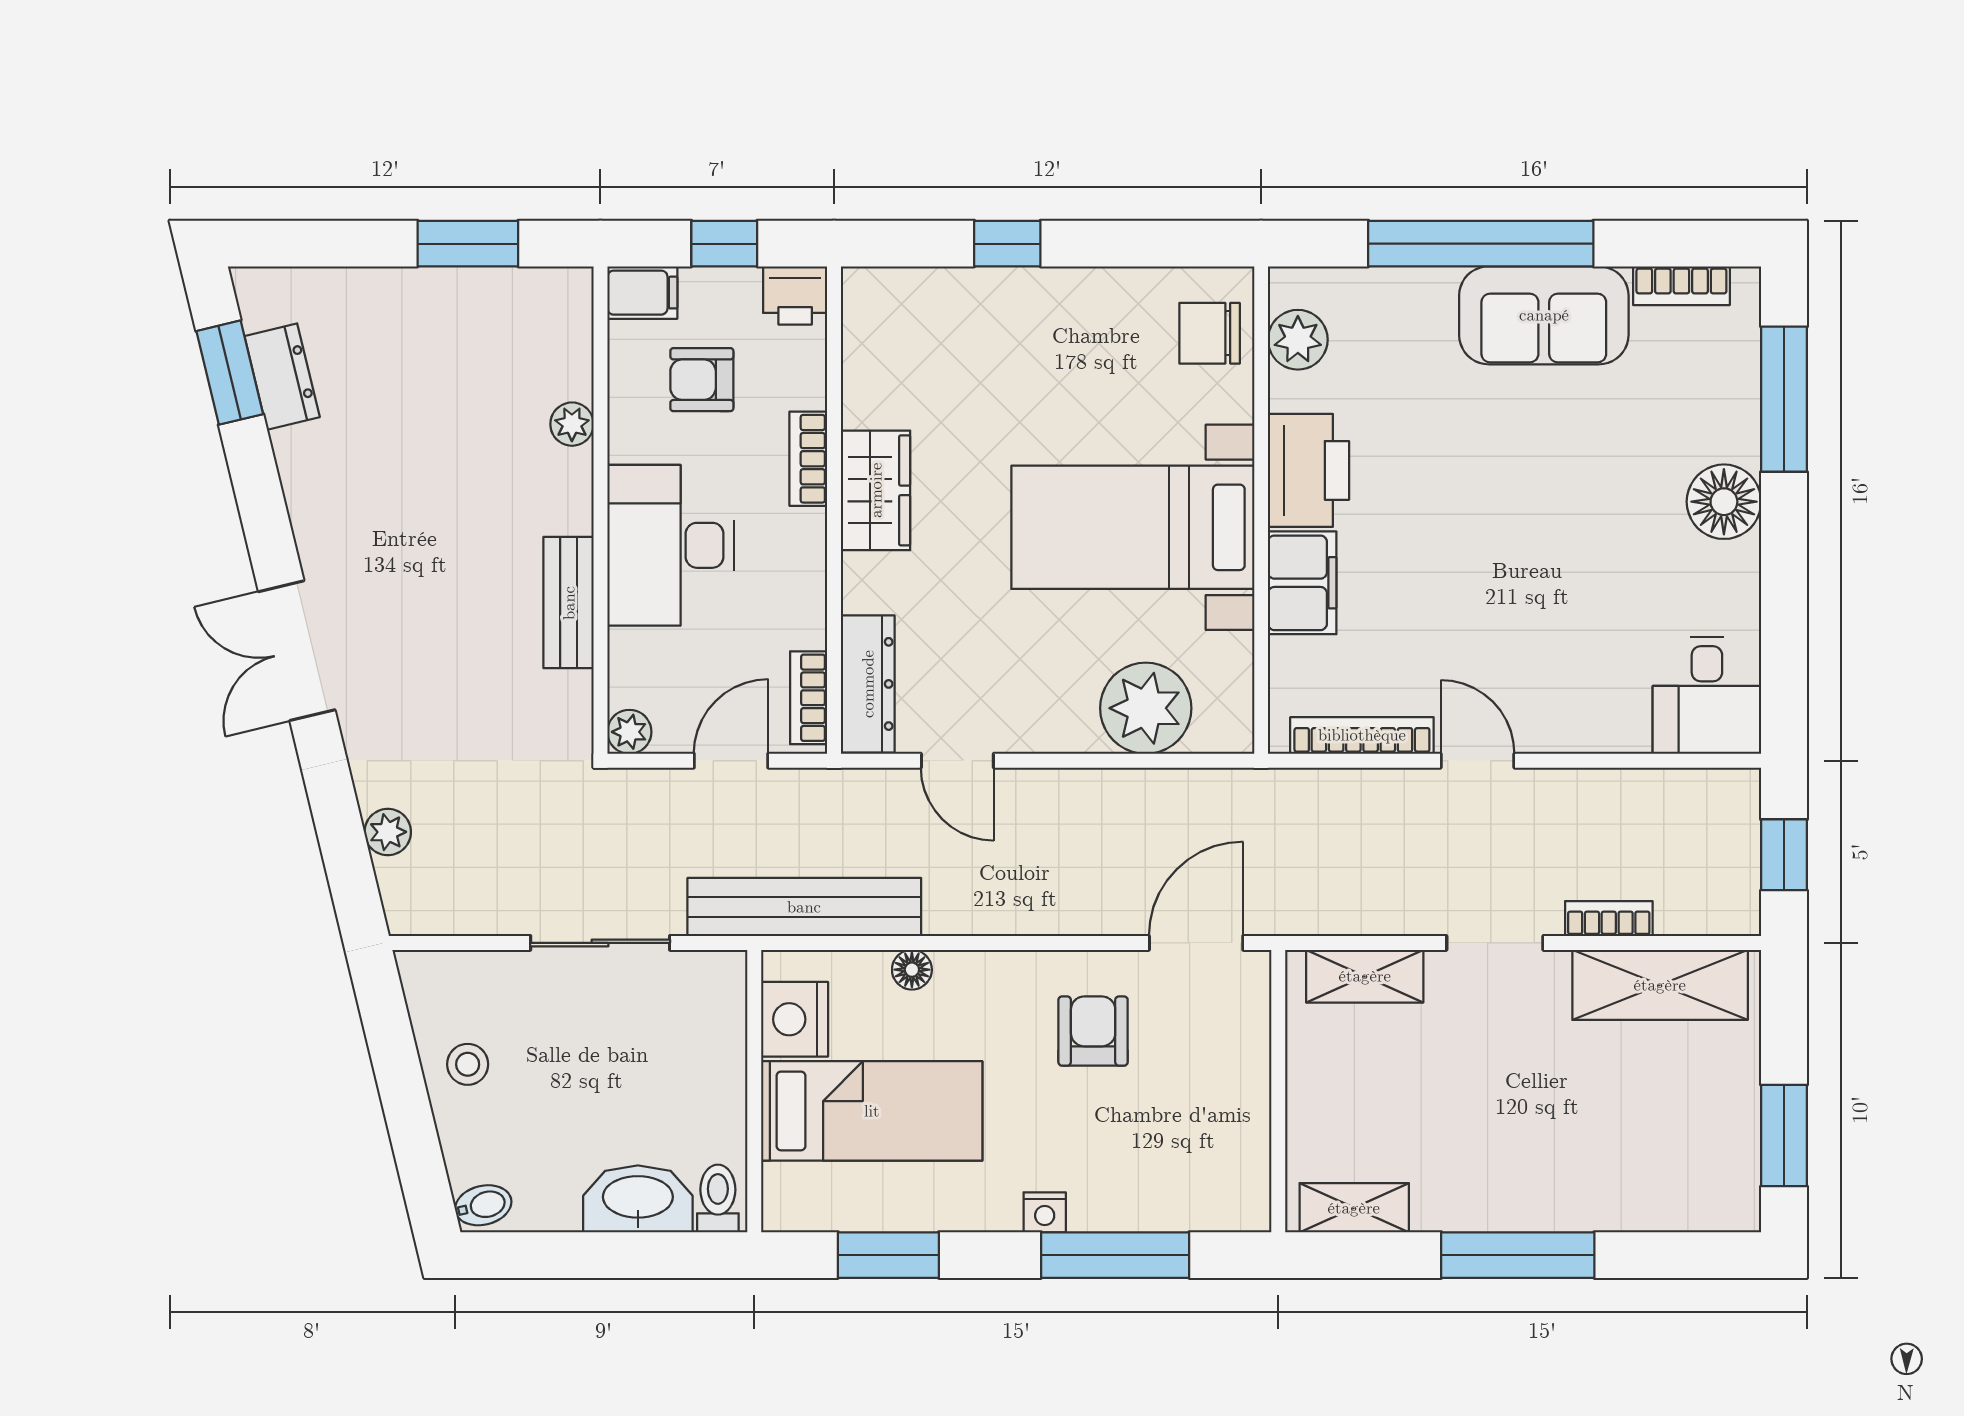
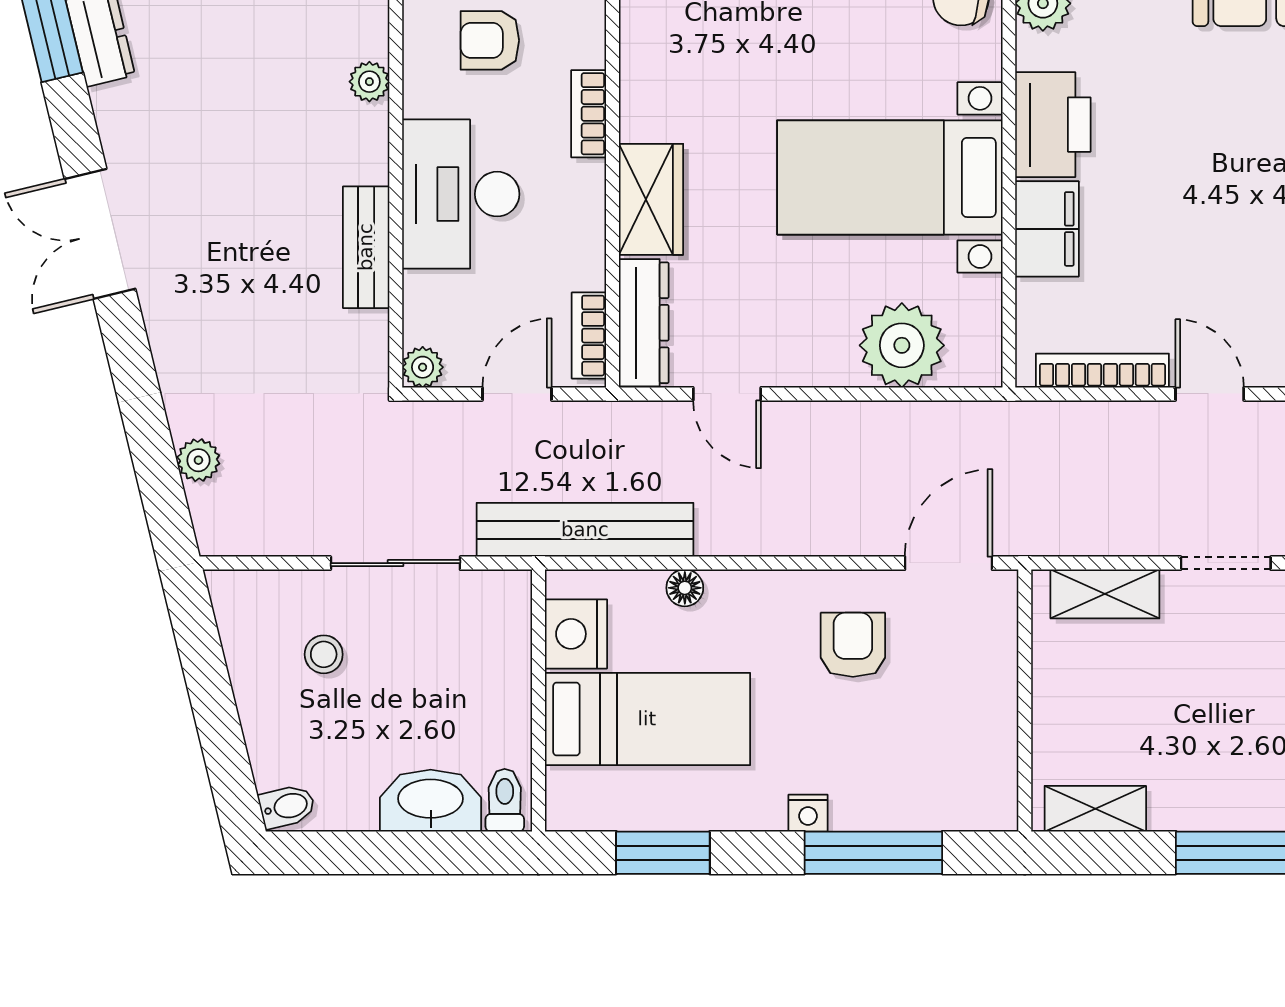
wardrobe: (876, 490) -> (651, 199), moved
double door: (297, 651) -> (100, 234), moved
stool: (468, 1064) -> (324, 654), moved

